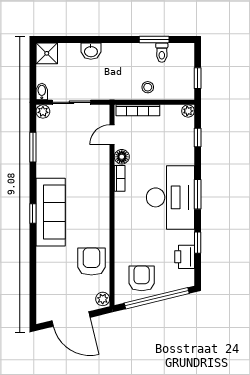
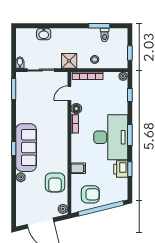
washbasin: (91, 51) -> (44, 34), moved
shower: (47, 53) -> (69, 61), moved
plant: (43, 112) -> (21, 177), moved
window: (33, 147) -> (14, 89), moved
filing cabinet: (125, 241) -> (78, 168), added
printer: (185, 257) -> (121, 169), moved
armchair: (91, 262) -> (55, 182), turned 180
armchair: (142, 278) -> (90, 194), turned 90

